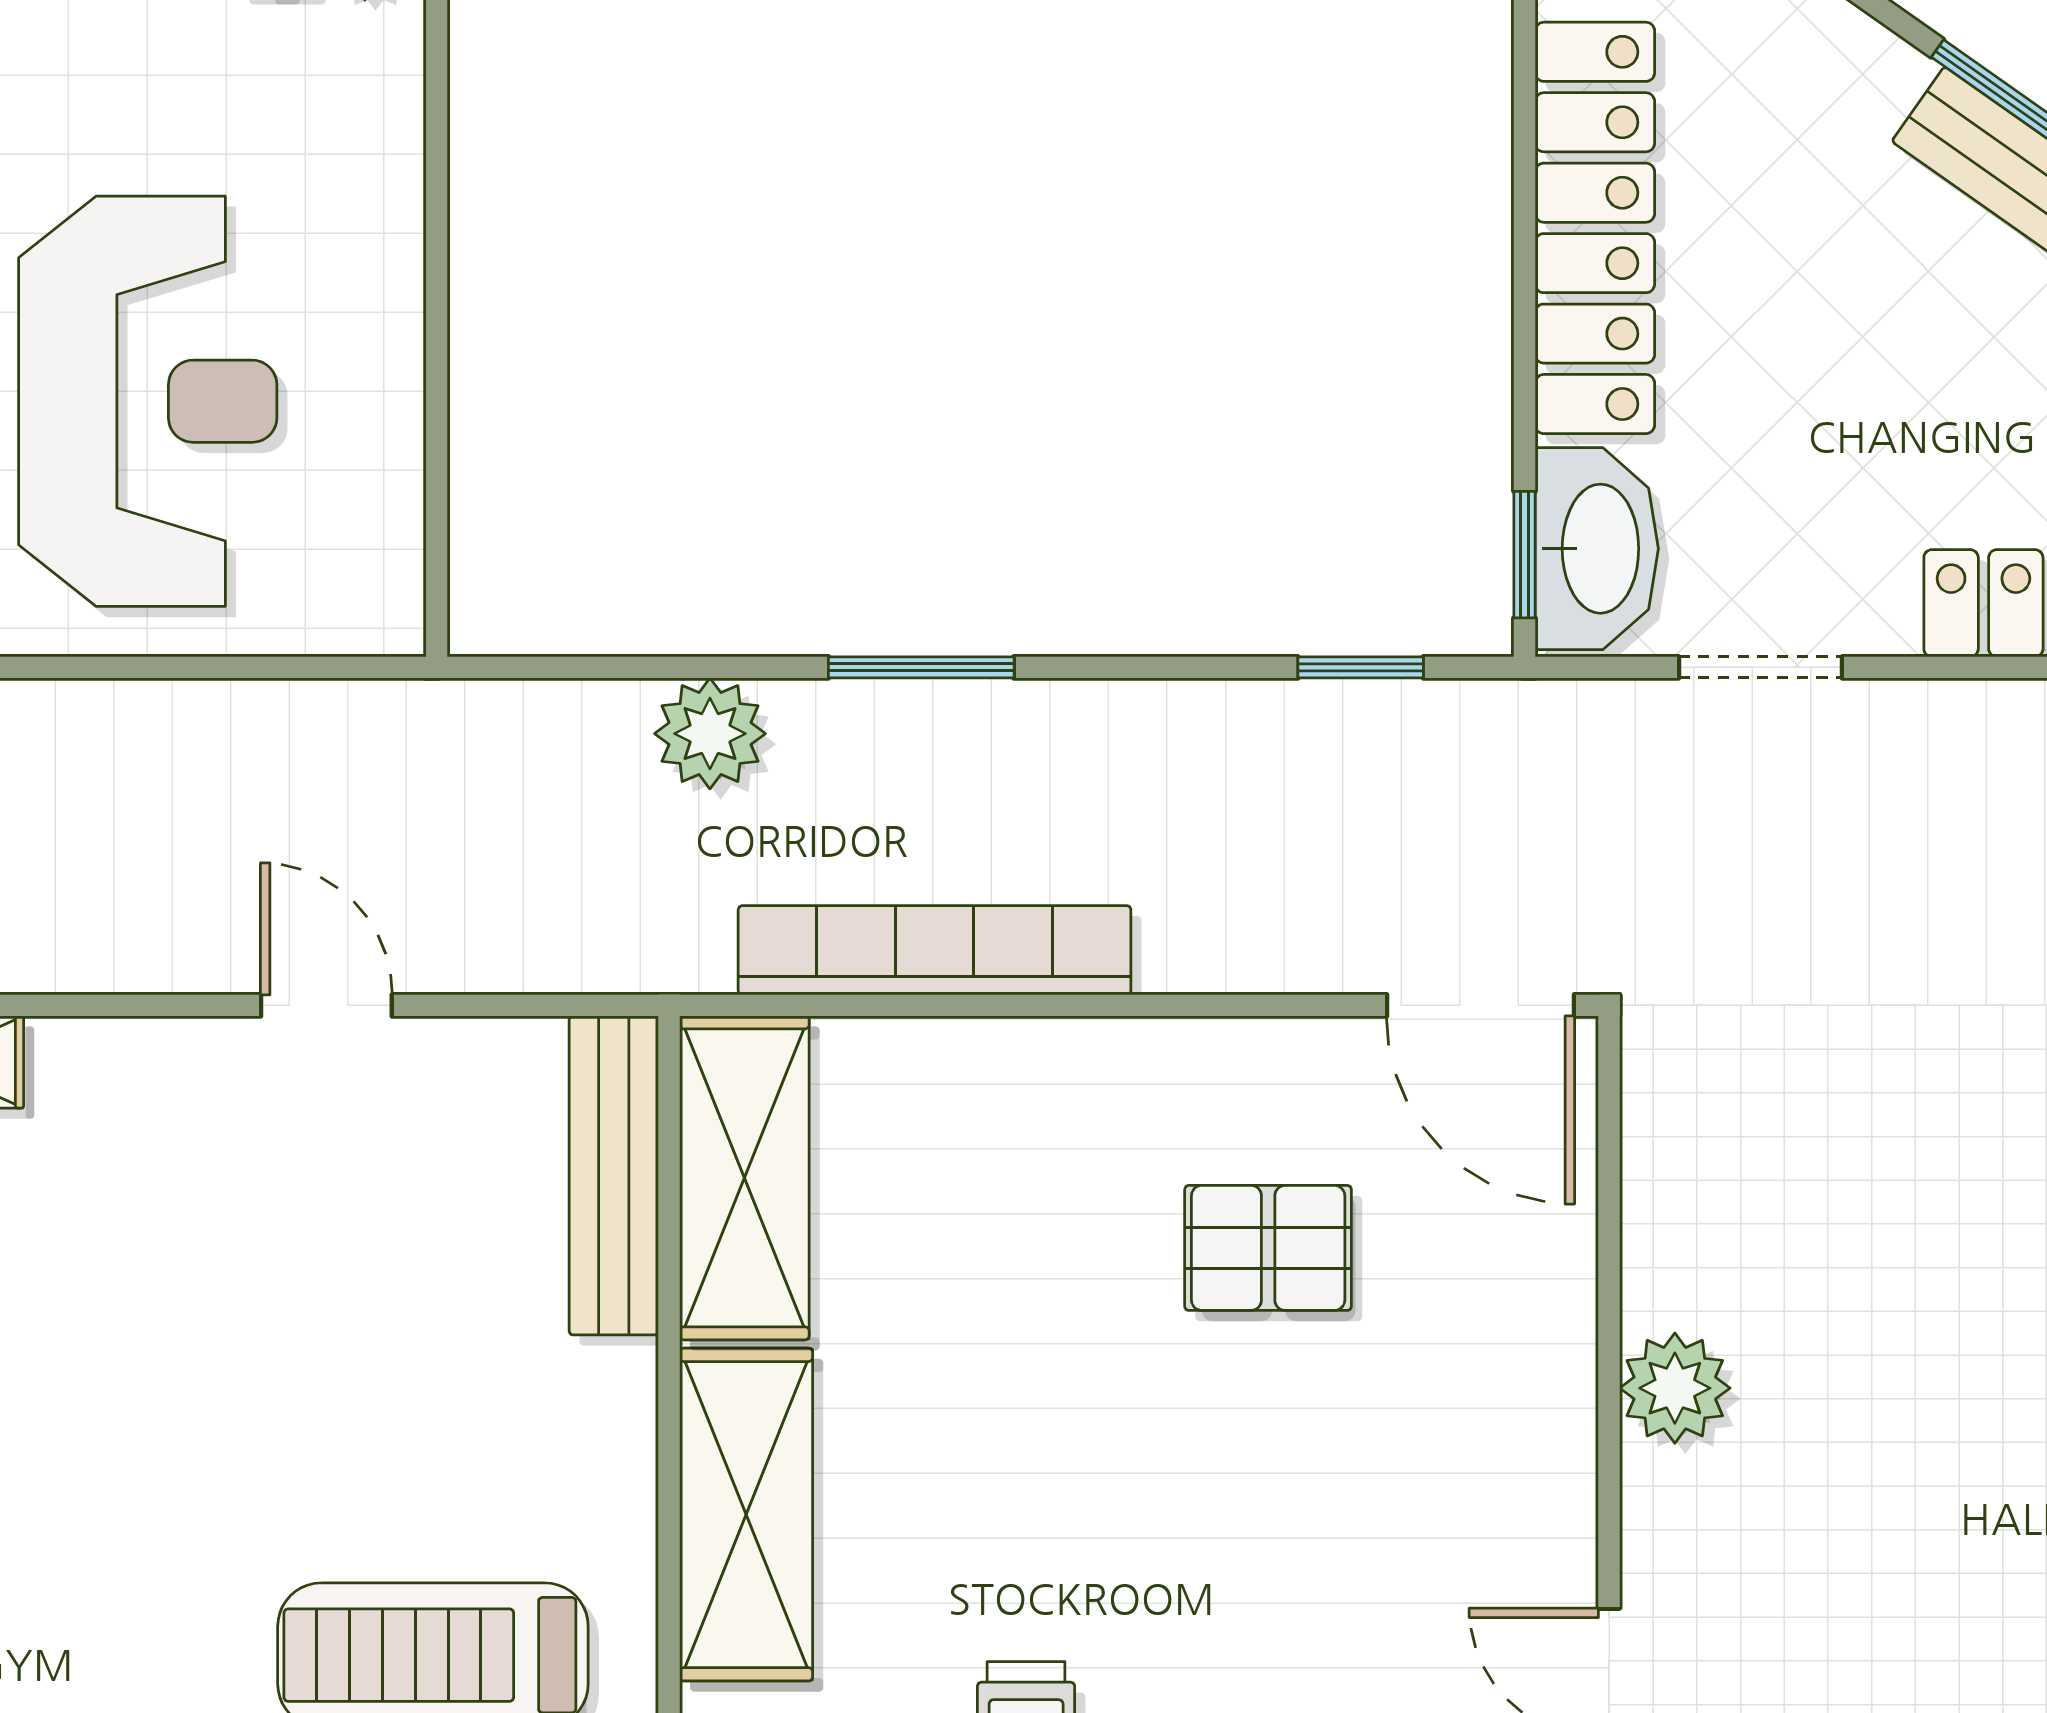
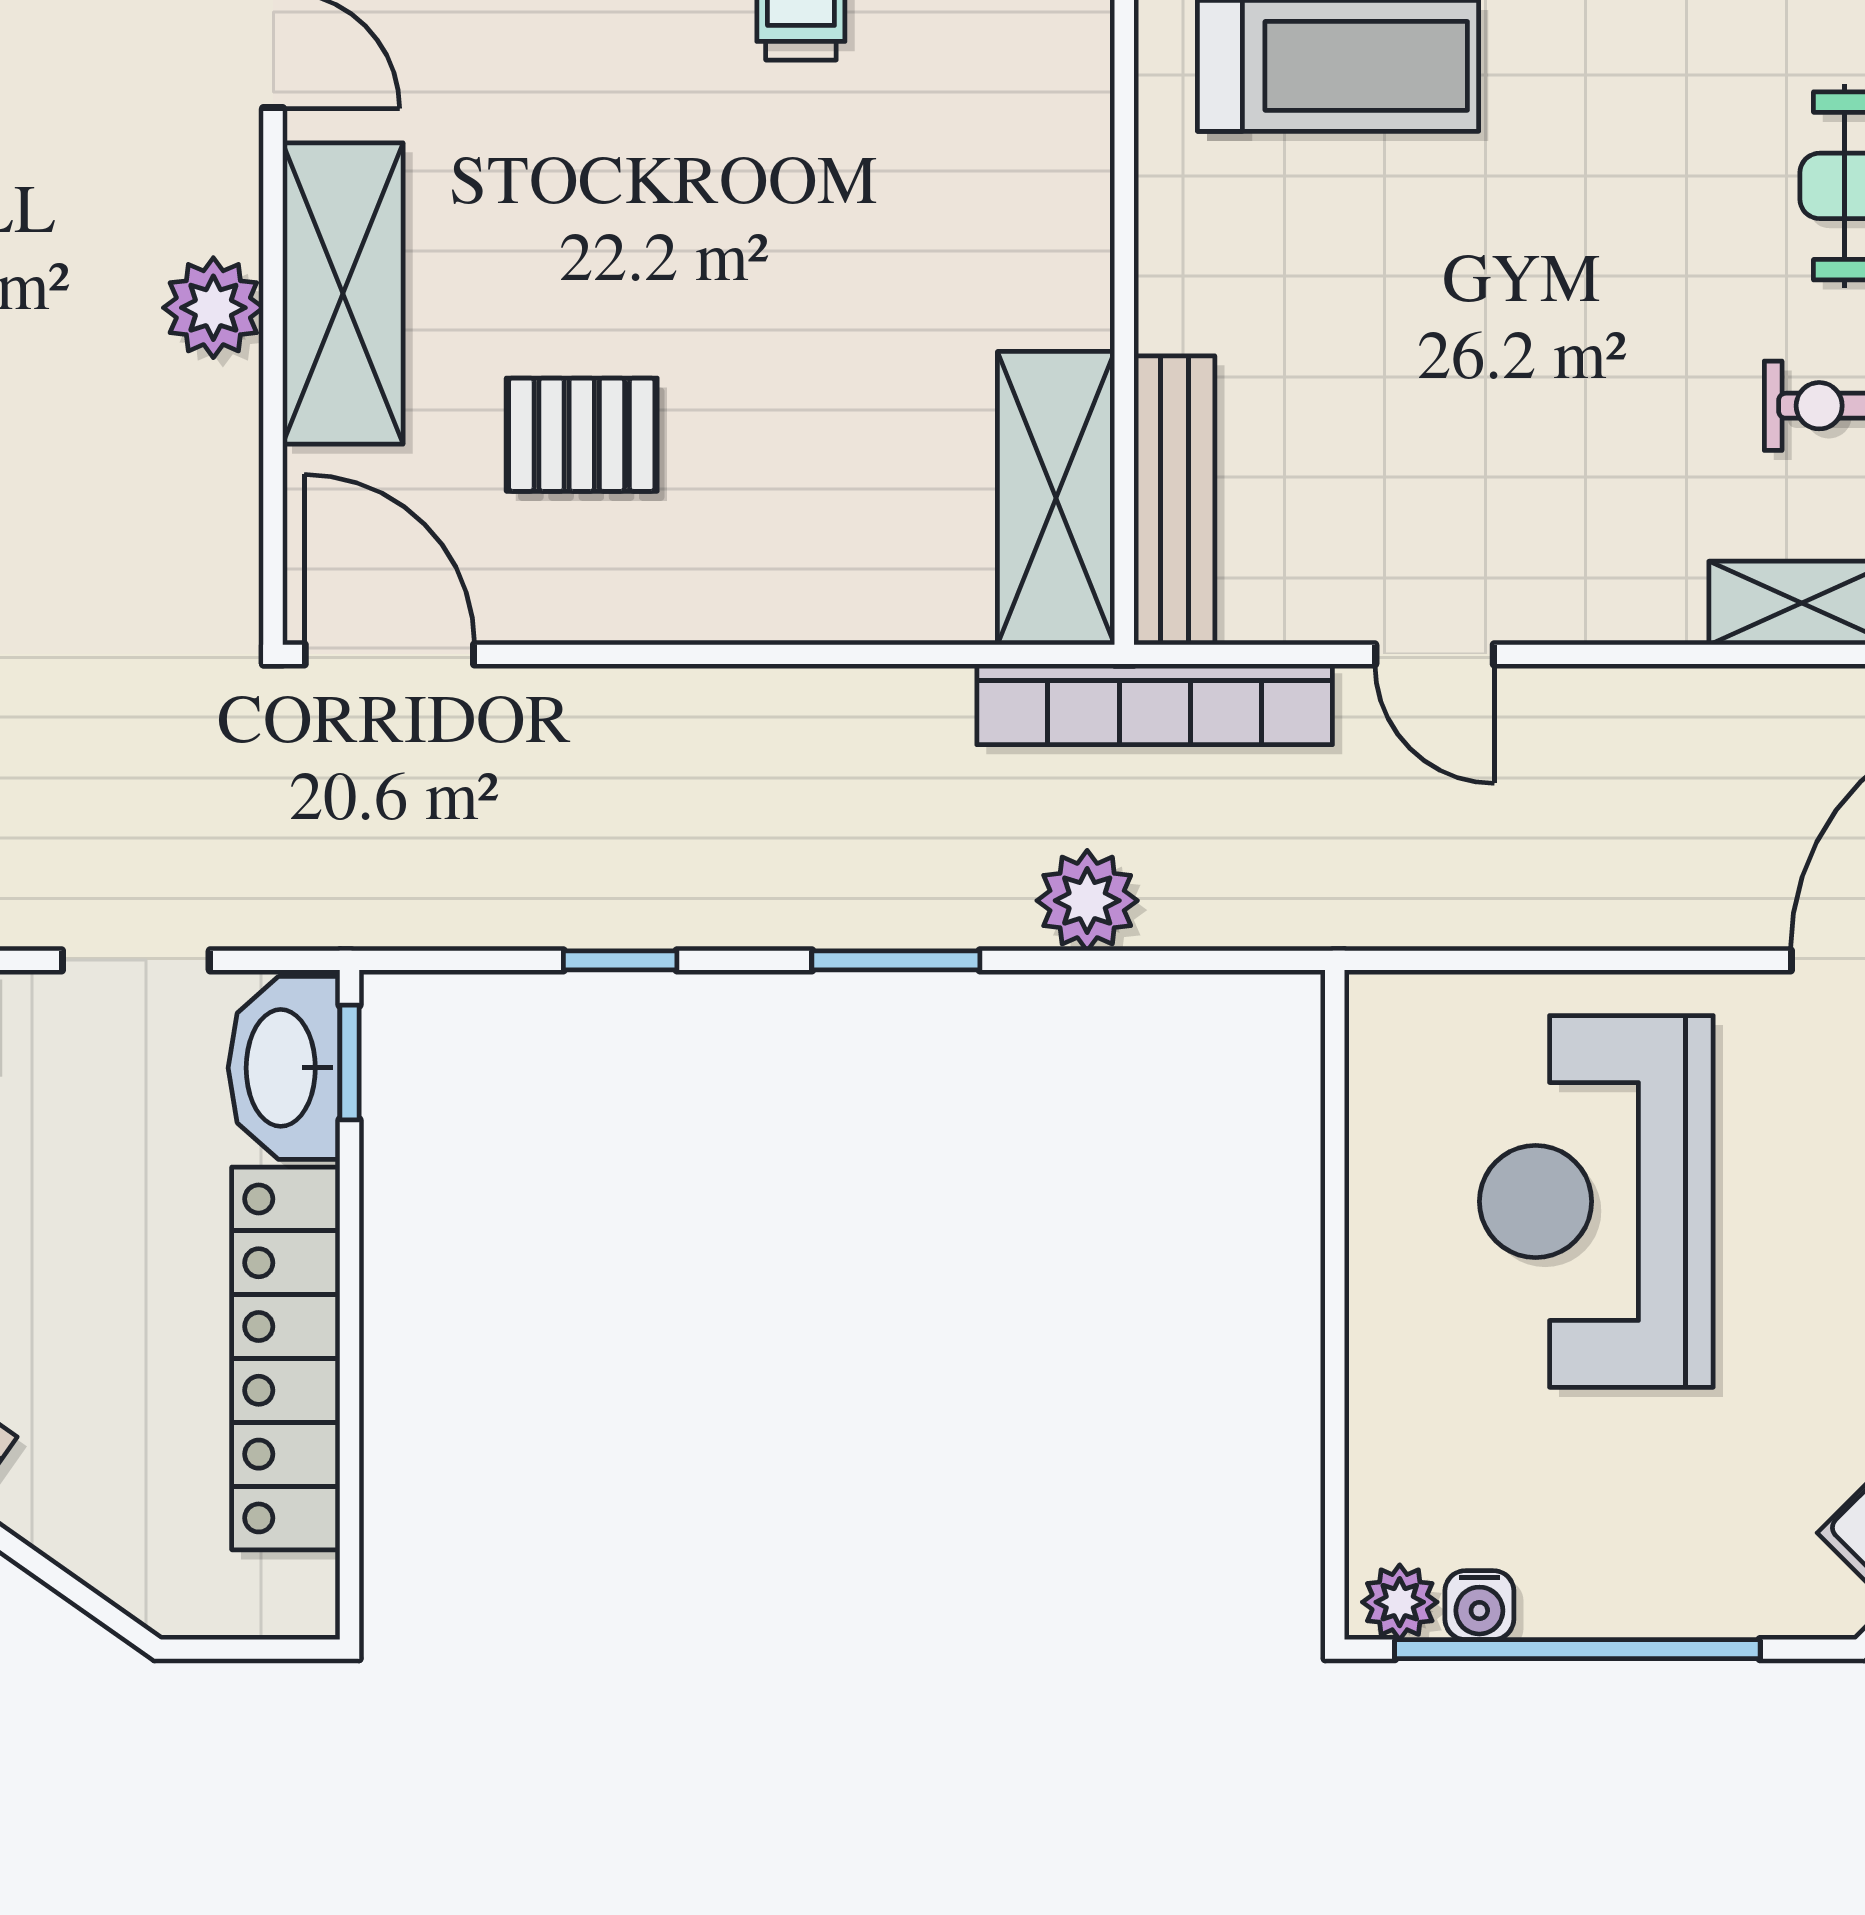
window: (1361, 667) -> (620, 960), moved
bookcase: (935, 950) -> (1155, 704), moved
shelving: (746, 1515) -> (343, 293), moved

